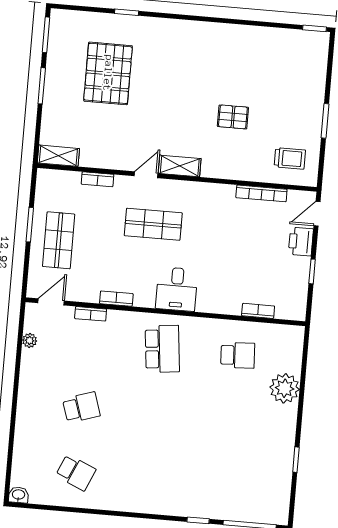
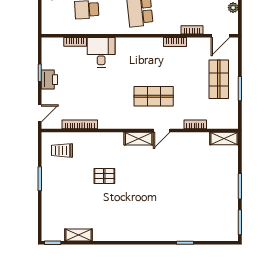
shelving: (277, 36) -> (79, 235), added
pallet: (108, 73) -> (194, 199), removed
printer: (301, 242) -> (49, 80), moved
desk: (177, 289) -> (101, 52), moved

